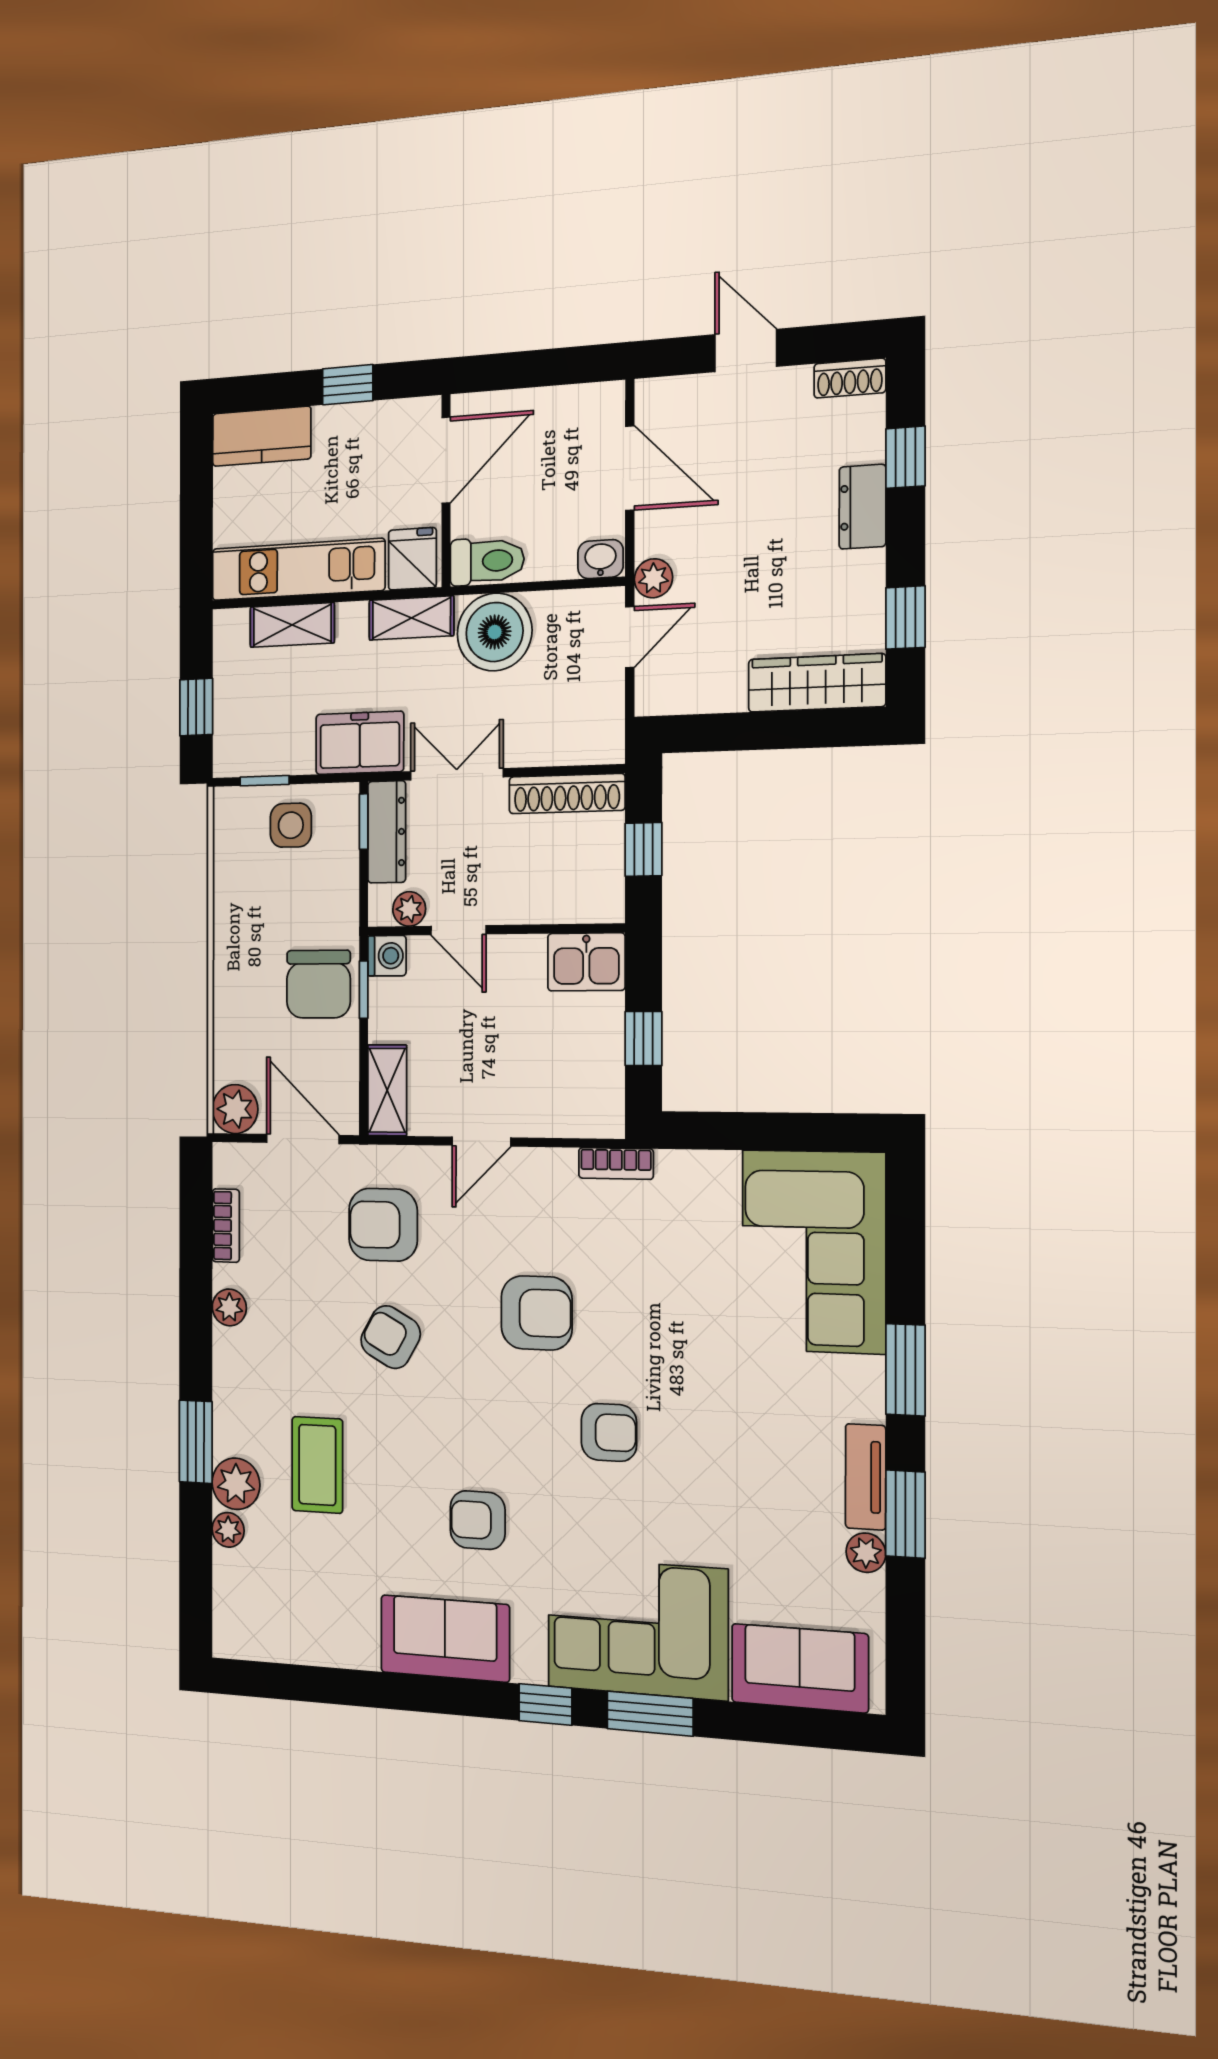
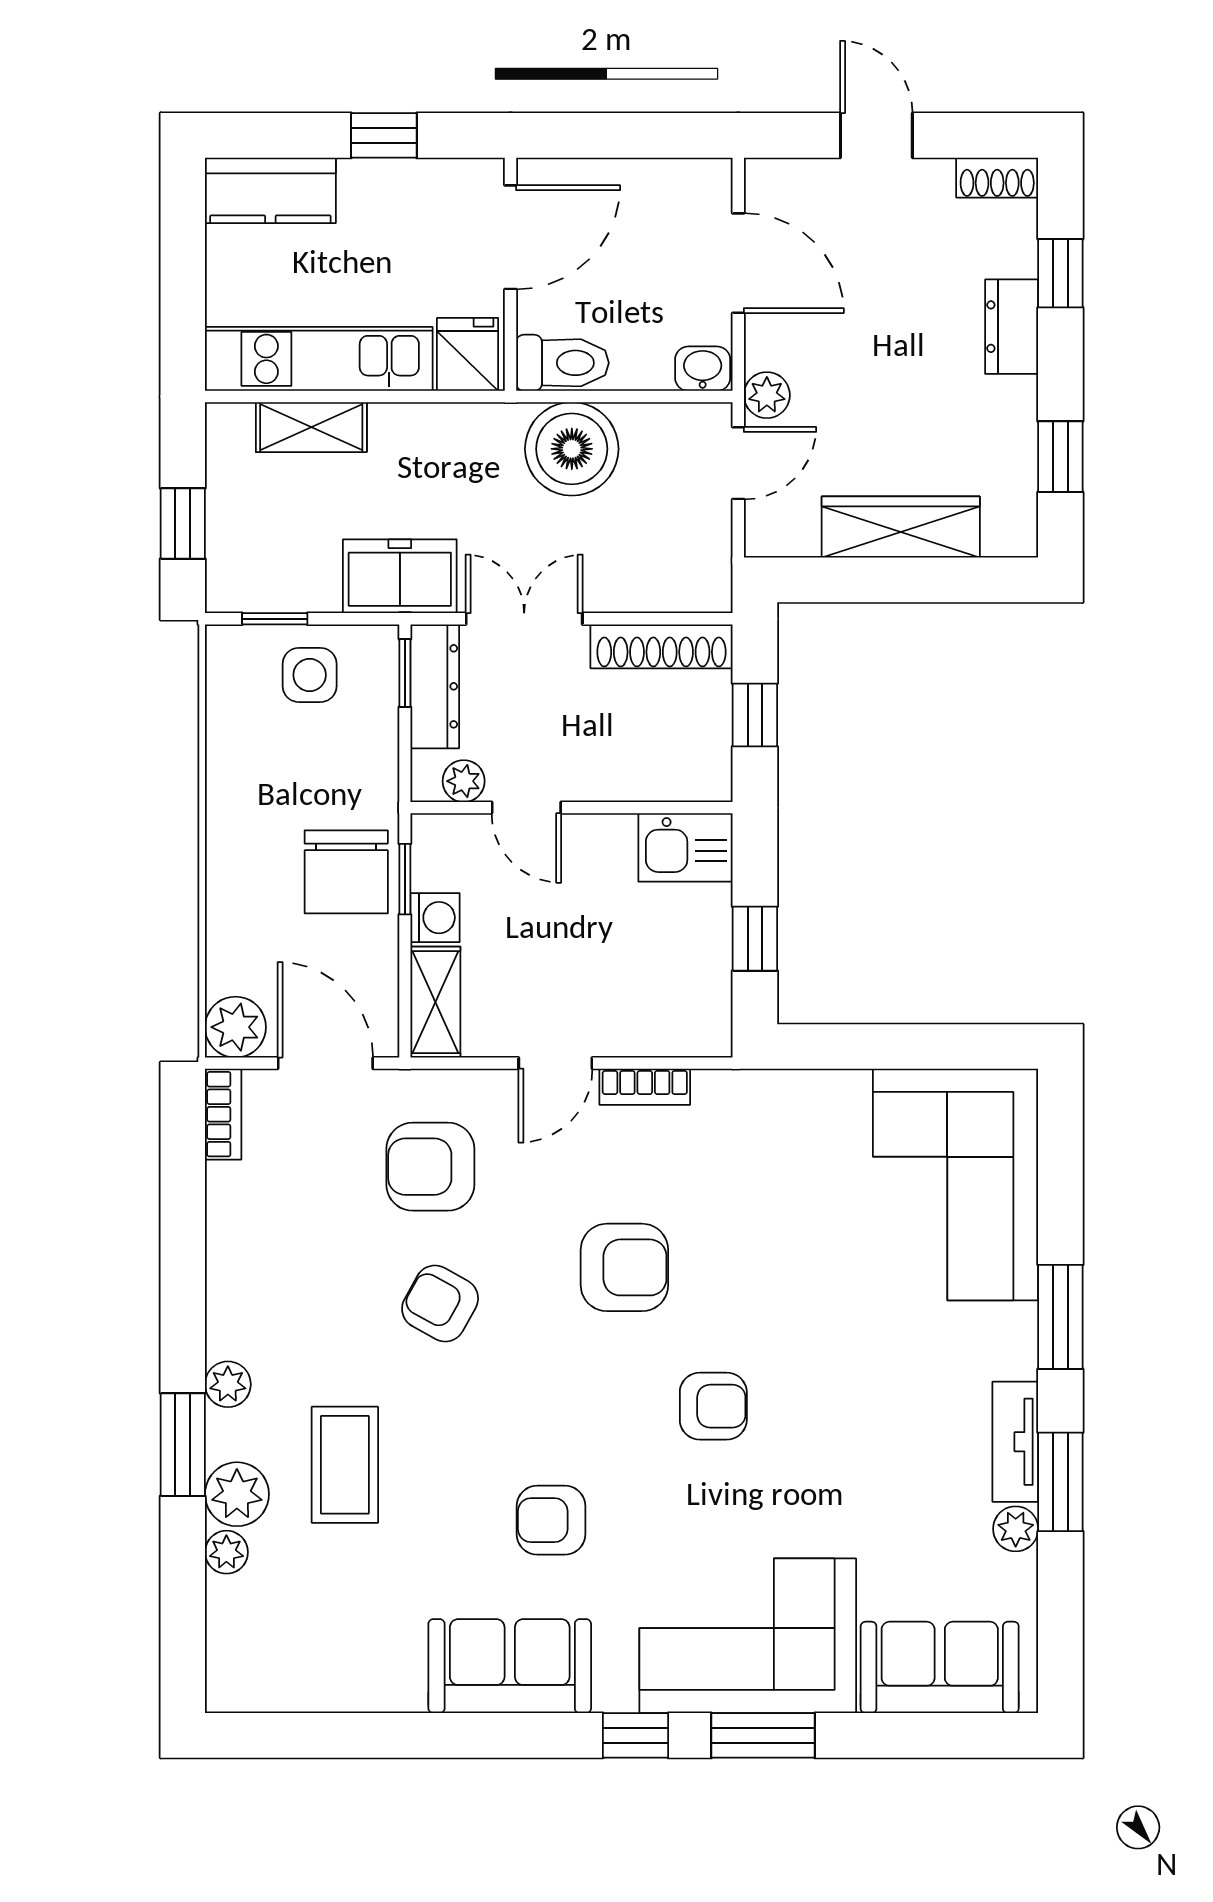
shelving: (411, 618) -> (466, 426), removed
wardrobe: (817, 683) -> (901, 527), moved
washing machine: (387, 956) -> (435, 918), moved
bookcase: (616, 1164) -> (645, 1087), moved
bookcase: (226, 1226) -> (223, 1114), moved
plant: (229, 1307) -> (228, 1384), moved

